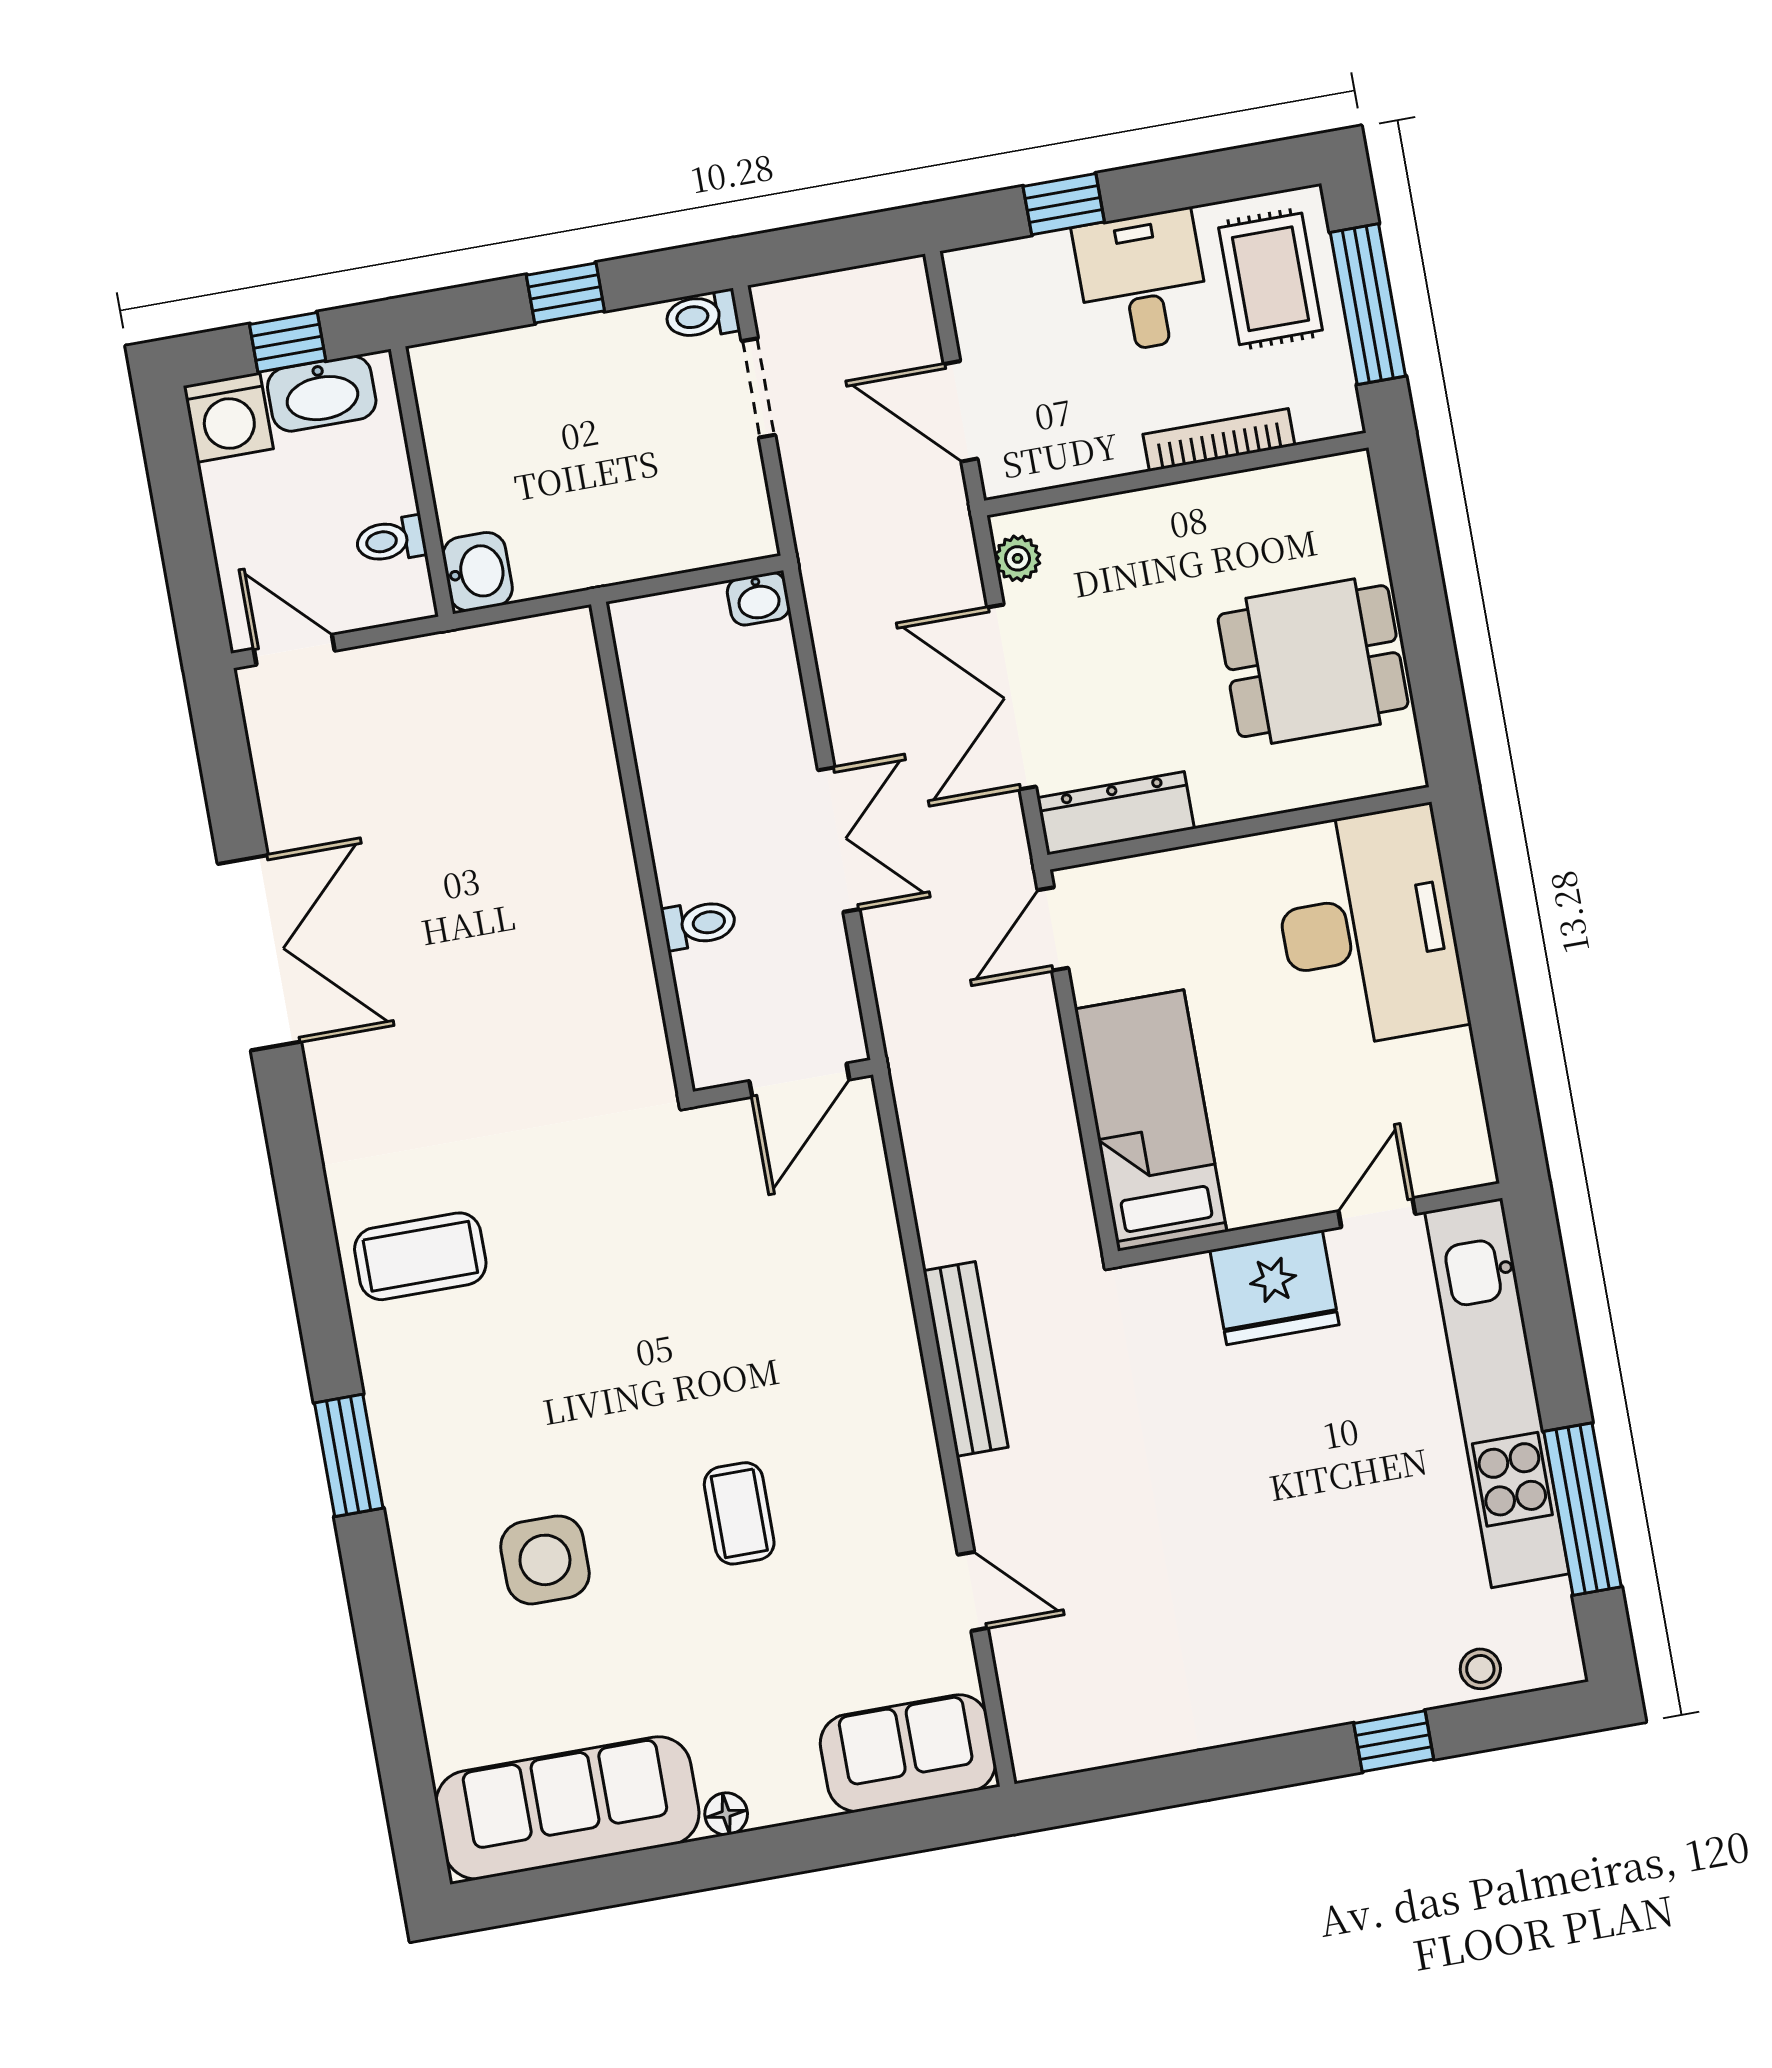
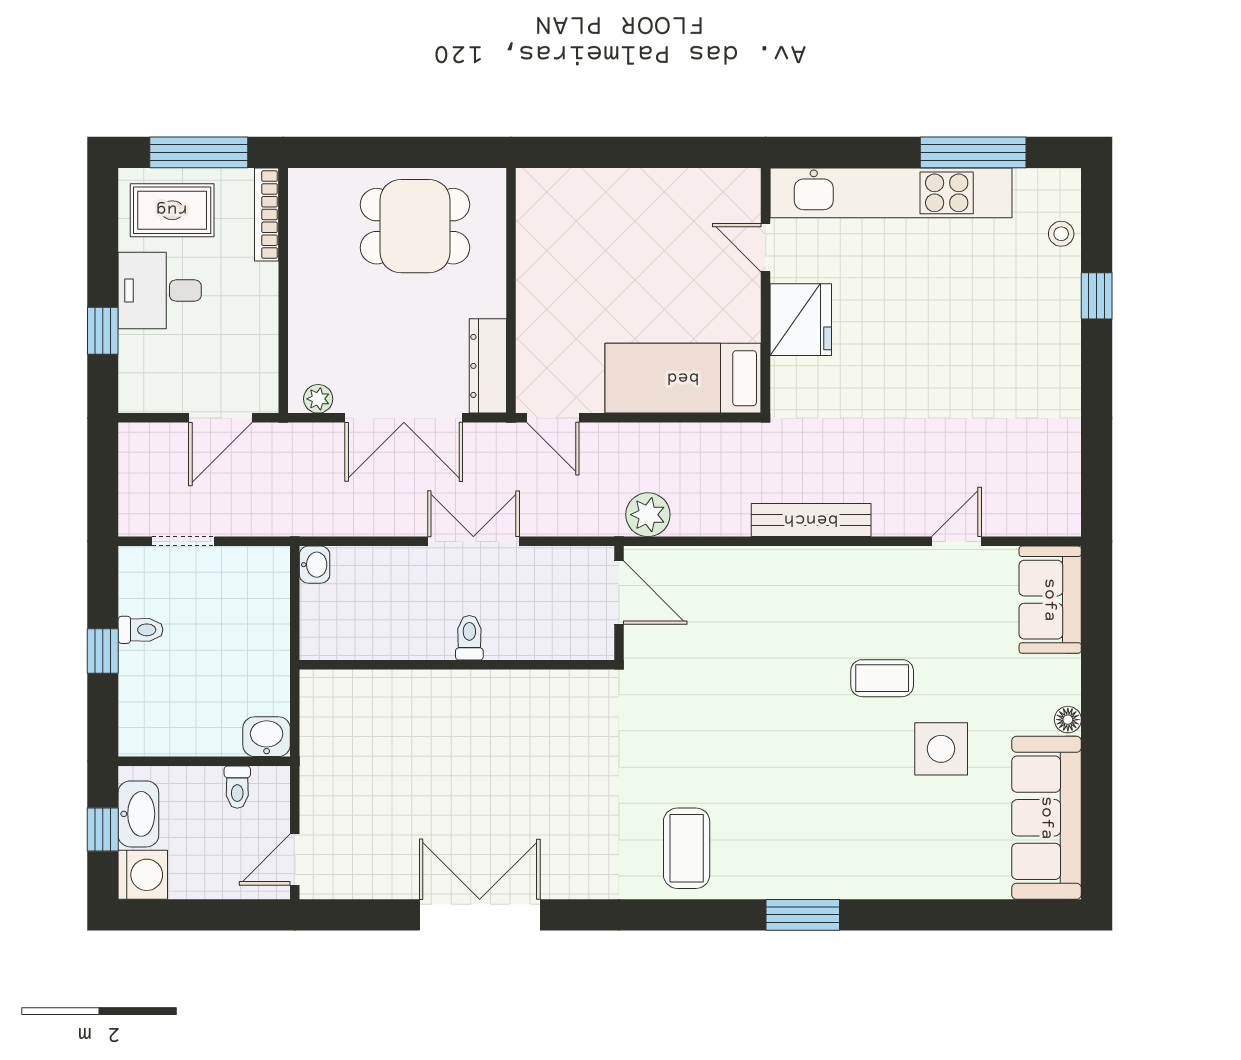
toilet: (702, 315) -> (140, 630), moved, turned -90
bookcase: (1219, 440) -> (267, 215), moved
dining table: (1313, 661) -> (415, 226), turned 90
toilet: (699, 924) -> (469, 638), moved
desk: (1368, 928) -> (587, 221), removed
plant: (929, 1104) -> (648, 515), added
side table: (545, 1560) -> (941, 749), moved

